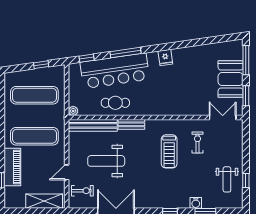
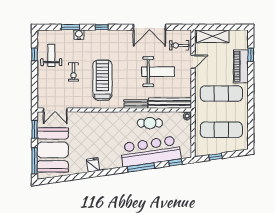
fridge: (165, 58) -> (93, 165), moved
booth: (231, 79) -> (53, 150), width x1.36, depth x1.42
exercise bike: (197, 143) -> (73, 72), moved
treadmill: (169, 151) -> (102, 80), width x1.37, depth x1.38

